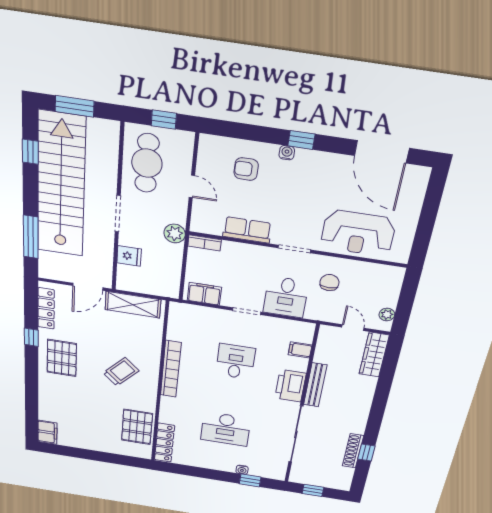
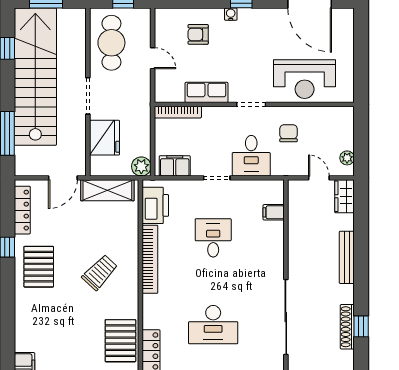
plant: (175, 233) -> (141, 166), moved
bookcase: (205, 243) -> (178, 112), width x1.56
fridge: (129, 256) -> (105, 138), width x1.88, depth x1.34
wardrobe: (374, 355) -> (345, 196), width x0.67
bench: (315, 385) -> (347, 257), moved
printer: (290, 386) -> (155, 205), moved, turned 180

